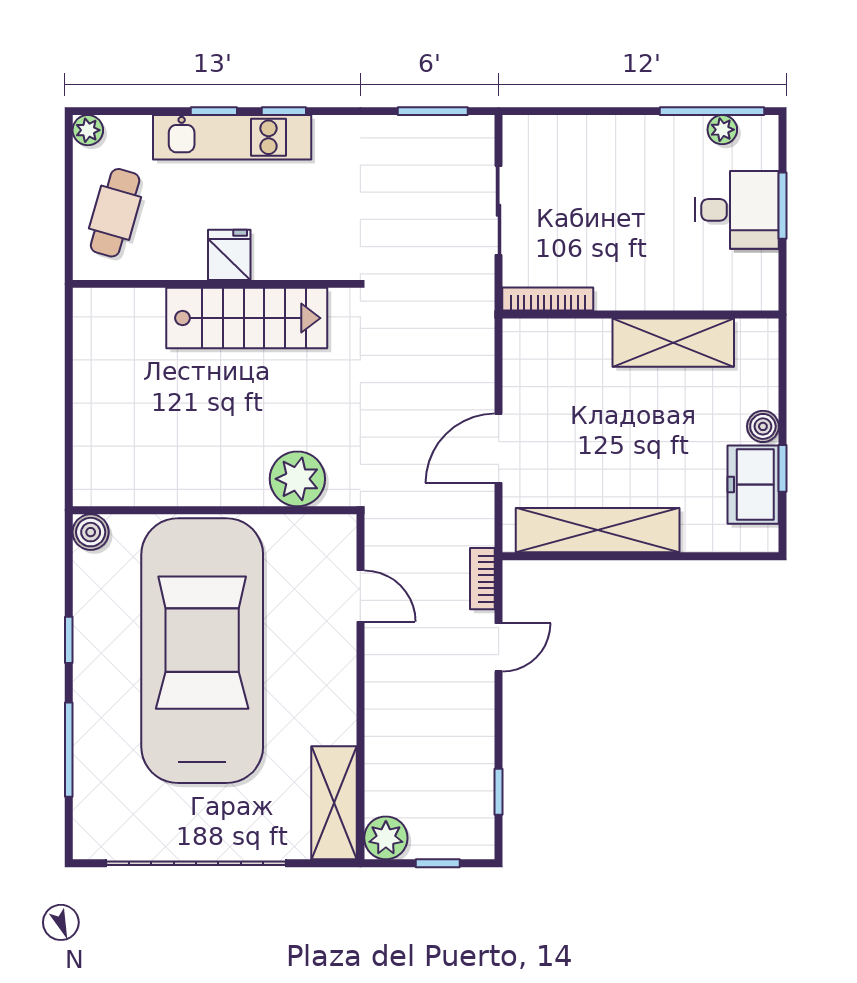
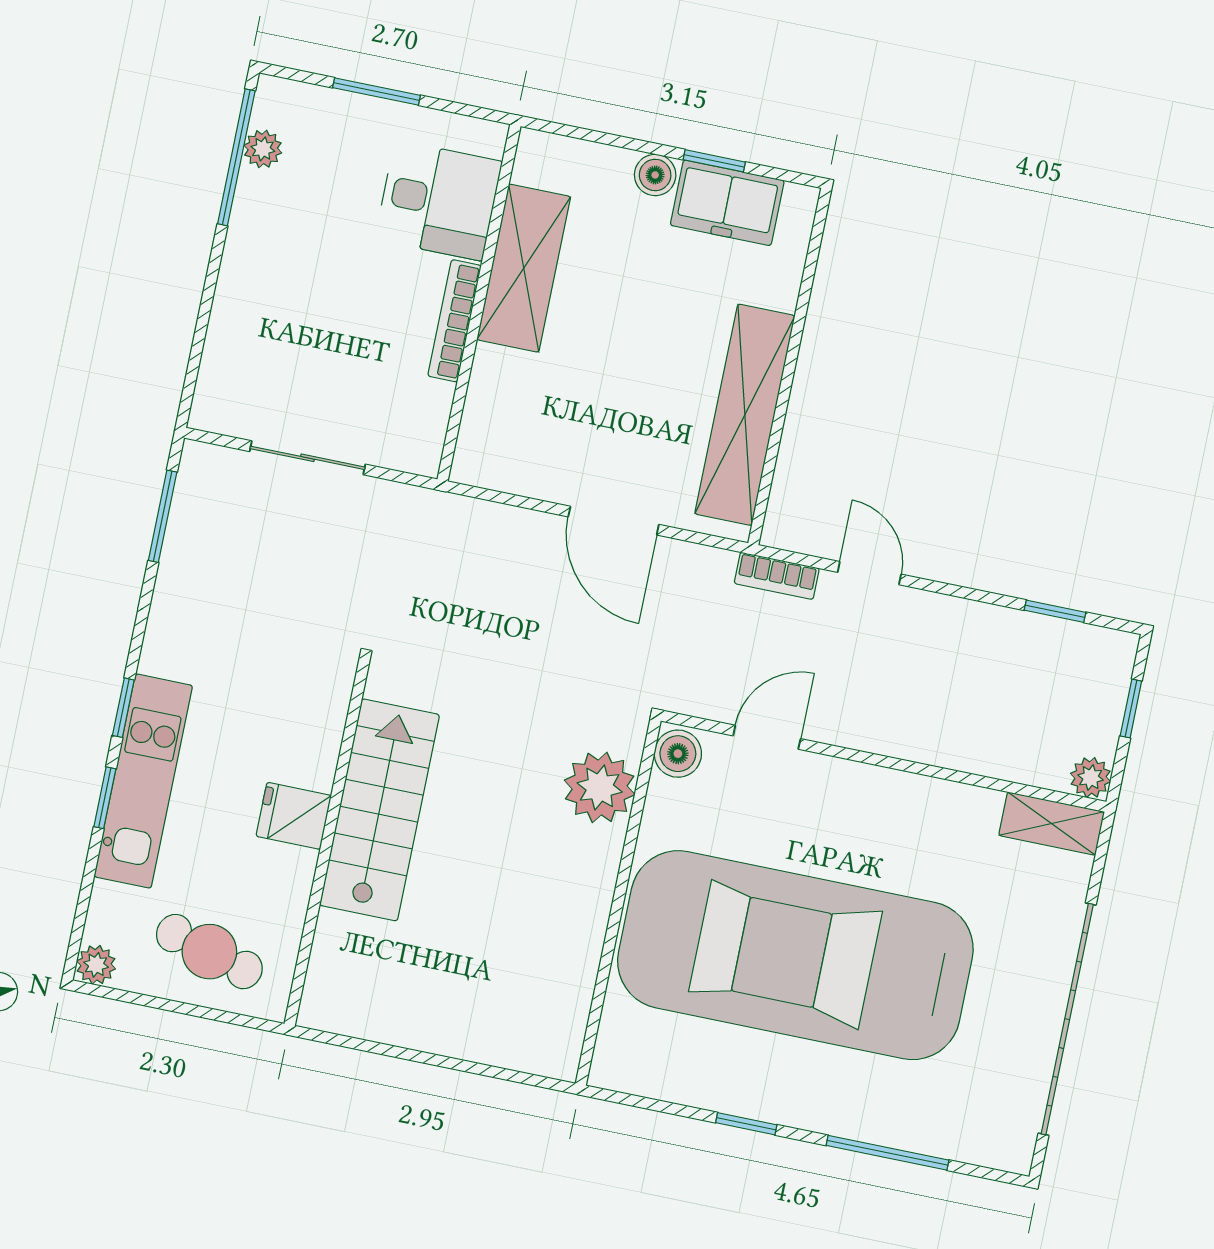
desk: (737, 210) -> (439, 200), moved, turned 90
bookcase: (548, 299) -> (455, 321), moved
boiler: (91, 532) -> (678, 754), moved
shelving: (334, 803) -> (1052, 824), width x0.67, depth x0.75
plant: (386, 838) -> (1091, 778), width x0.73, depth x0.73

